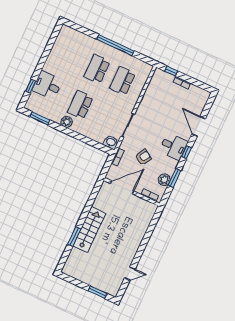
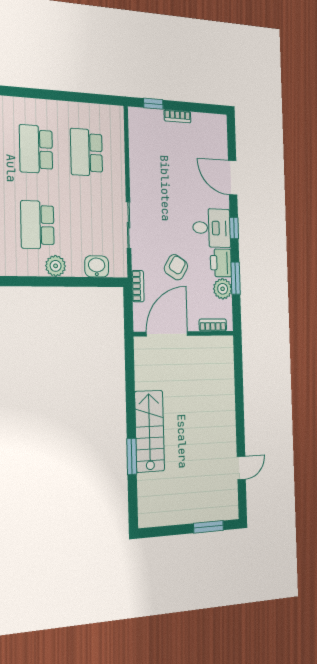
window: (115, 45) -> (47, 94), removed
plant: (67, 122) -> (56, 266), moved
washbasin: (111, 142) -> (97, 266), moved
printer: (170, 166) -> (221, 263), added

